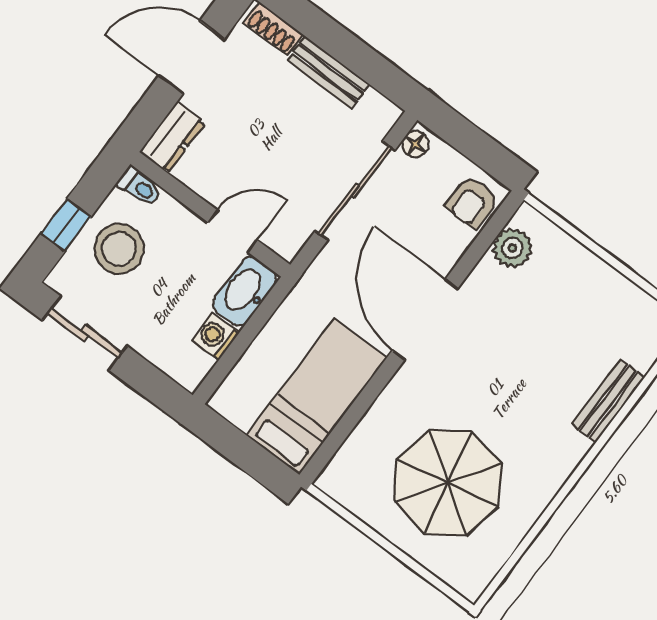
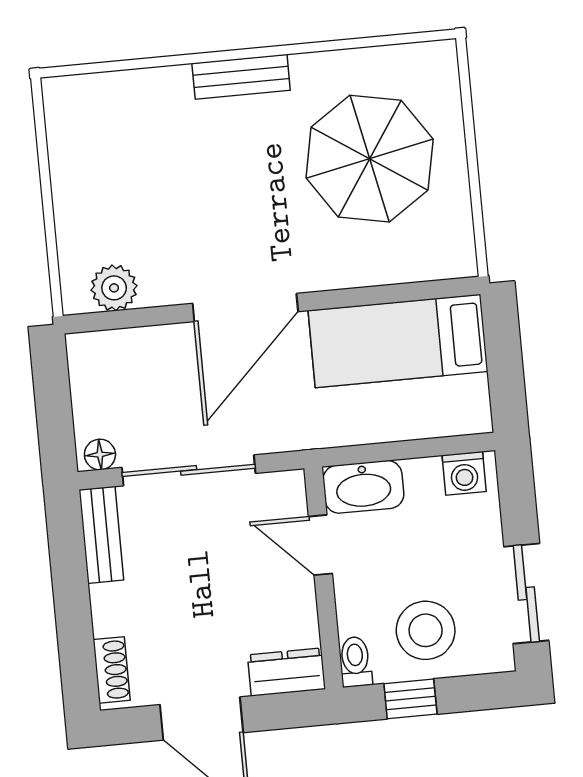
bench: (328, 72) -> (101, 535), moved
armchair: (472, 202) -> (106, 359), removed
window: (66, 225) -> (410, 699), moved
washing machine: (215, 336) -> (464, 473), moved
bench: (608, 401) -> (241, 77), moved

